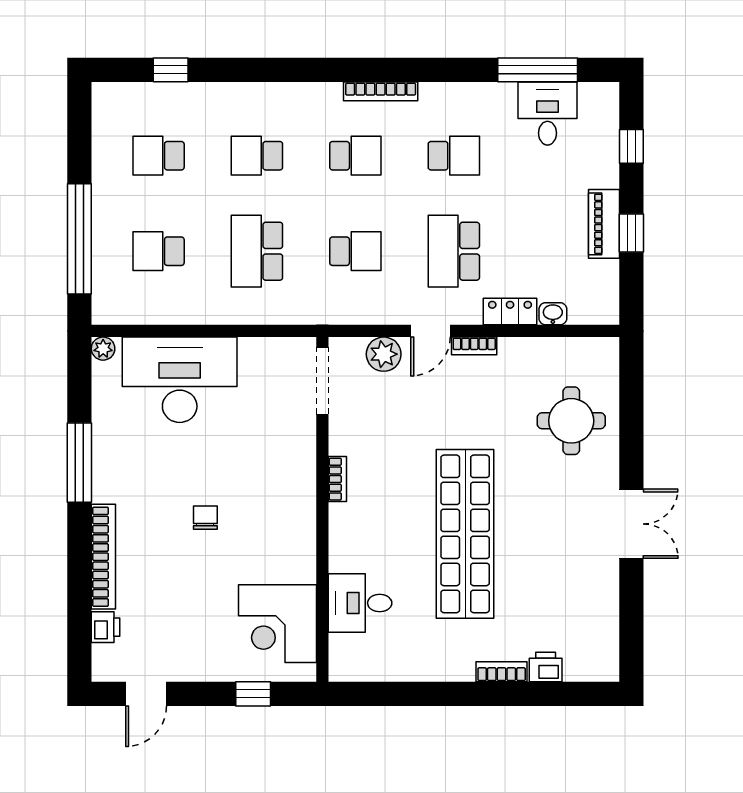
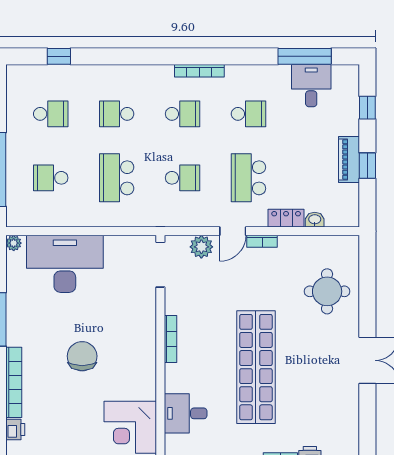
school desk: (159, 156) -> (51, 114), turned 180
bookcase: (337, 479) -> (170, 339), width x1.56
chair: (205, 518) -> (82, 356), width x1.87, depth x1.87

